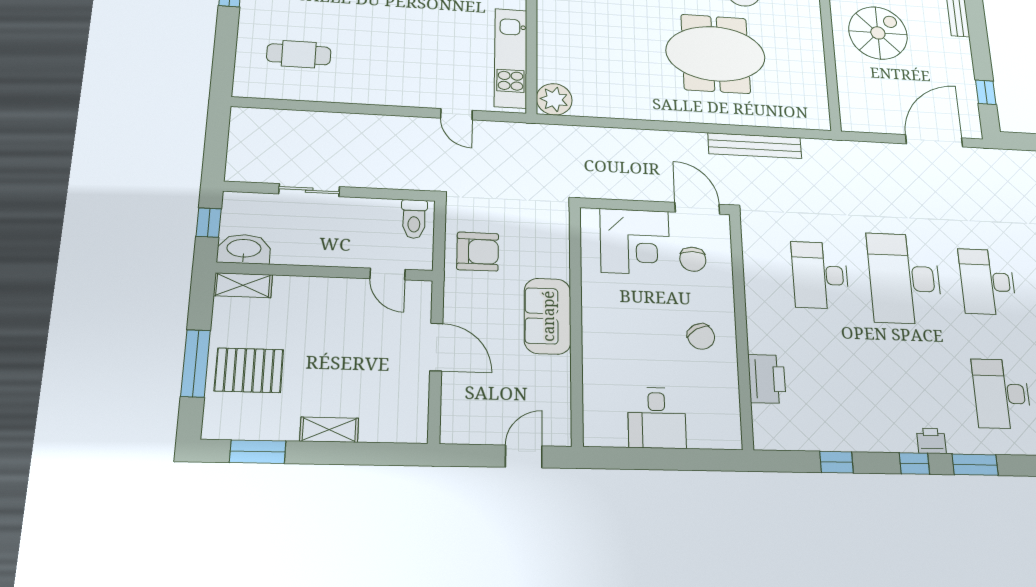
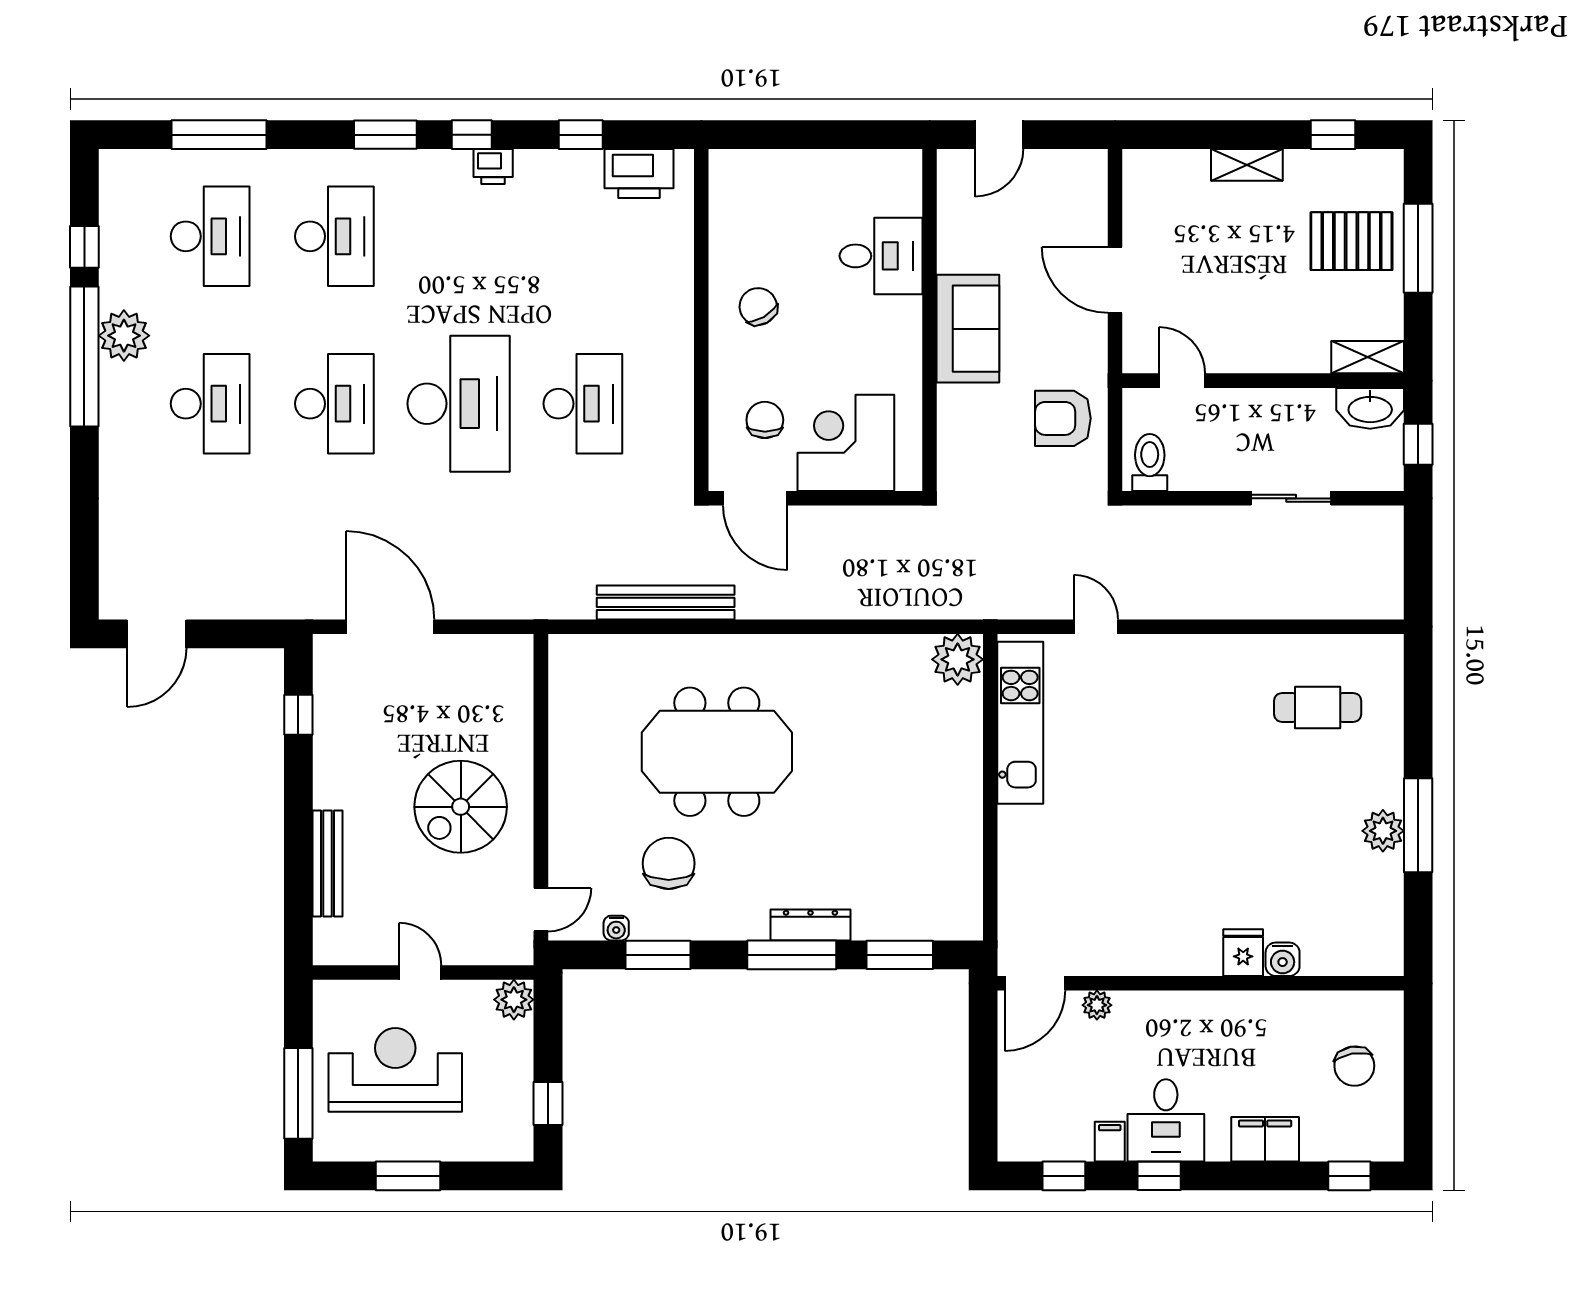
door: (934, 141) -> (390, 627), swing flipped
printer: (767, 379) -> (639, 173), moved, turned -90
desk: (657, 418) -> (881, 256), moved, turned 90
printer: (931, 441) -> (493, 167), moved
window: (258, 452) -> (1333, 135), width x0.67

